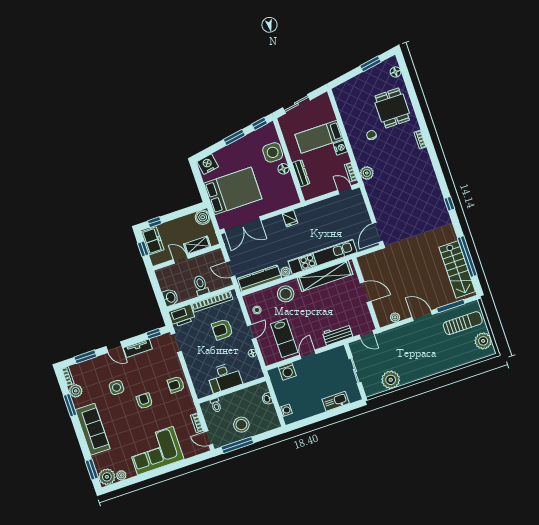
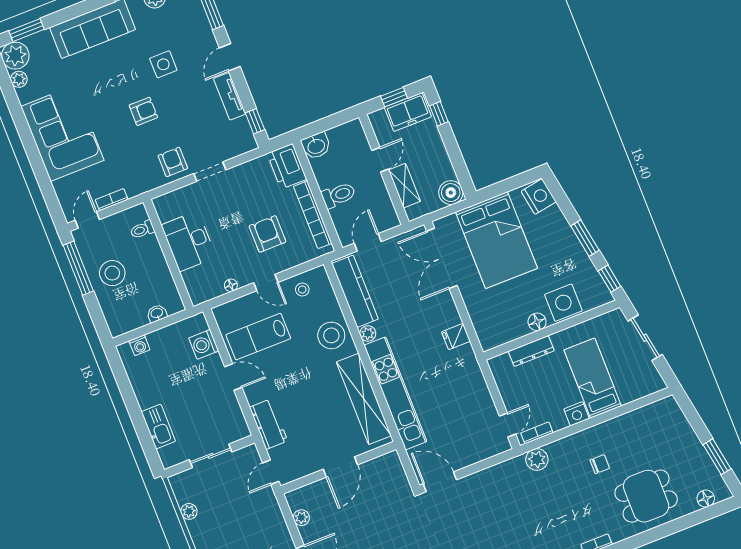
doorway: (176, 343) -> (210, 172), moved
plant: (391, 380) -> (189, 511), width x0.53, depth x0.53

